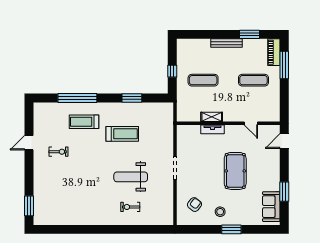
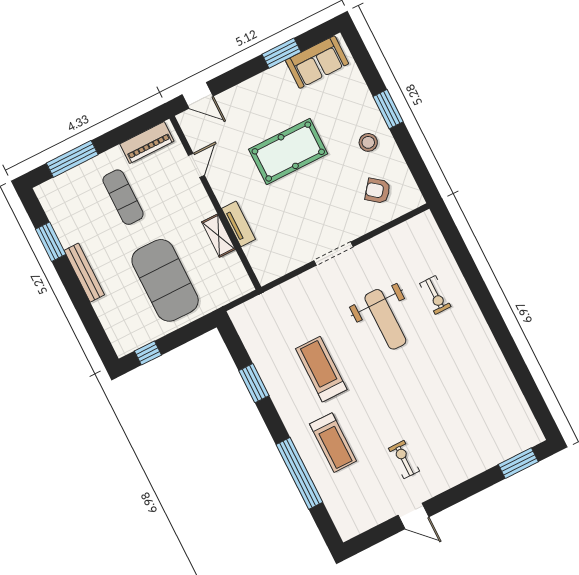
piano: (274, 52) -> (147, 143), moved
window: (172, 71) -> (148, 353), moved
exercise mat: (203, 80) -> (165, 280), width x2.00, depth x1.45

